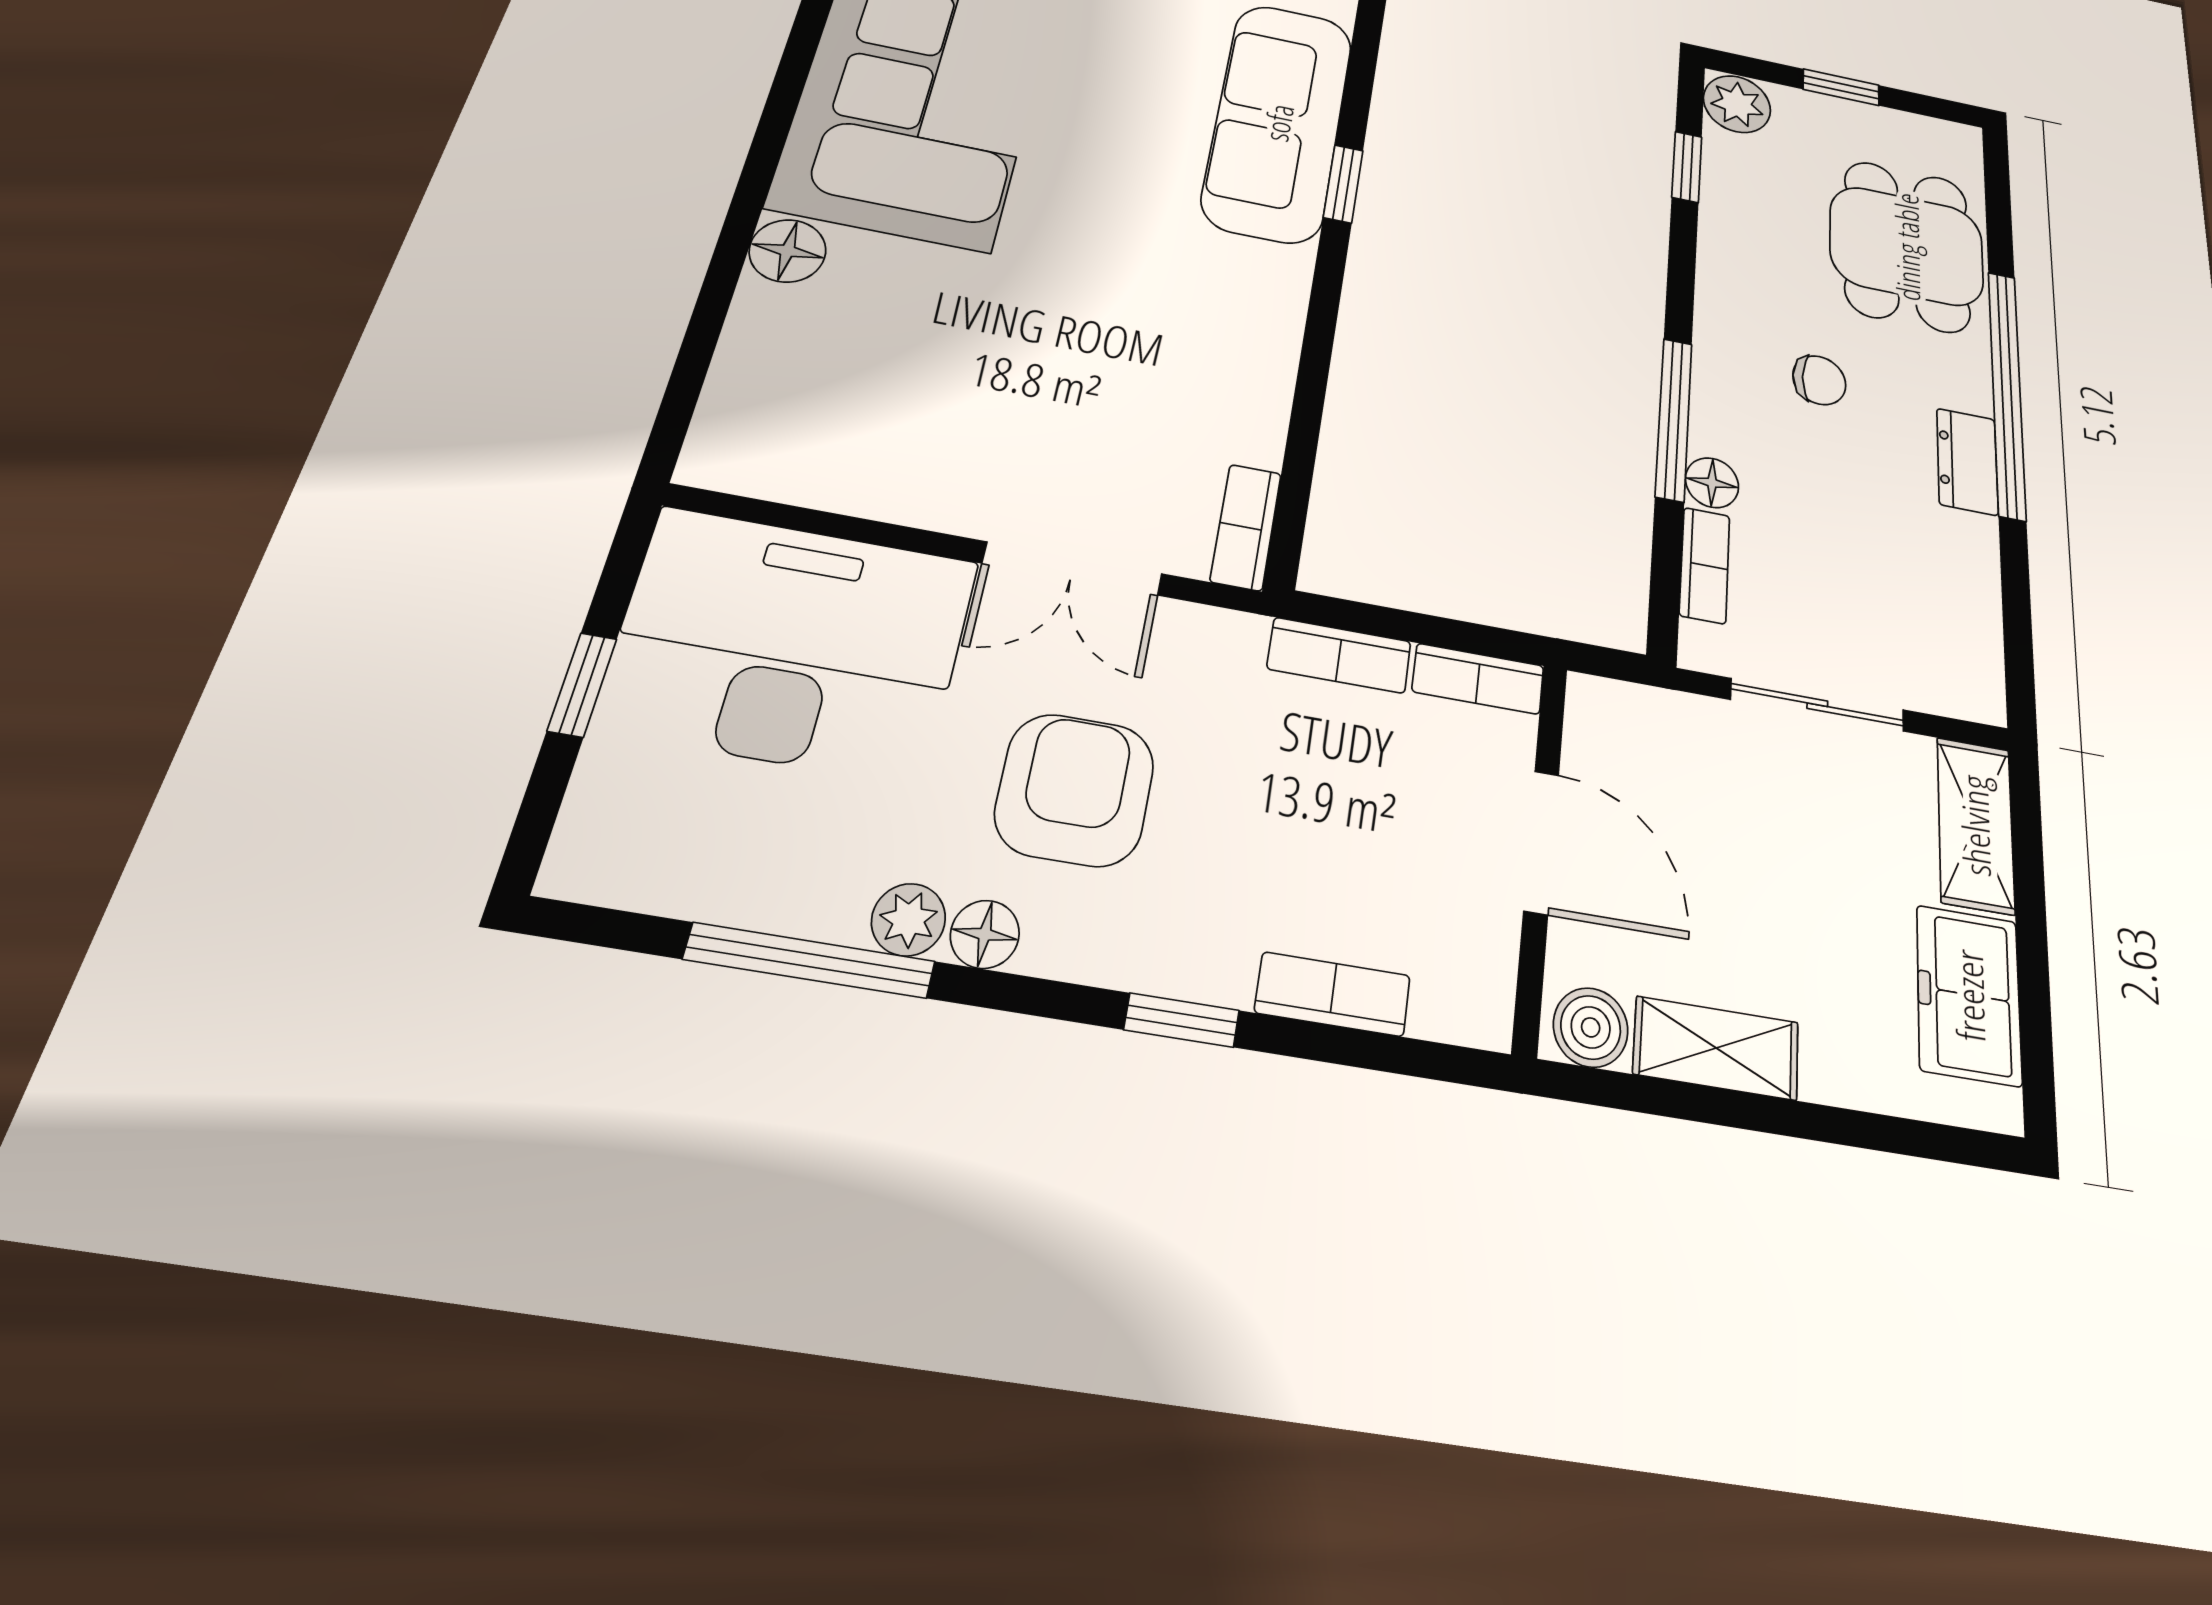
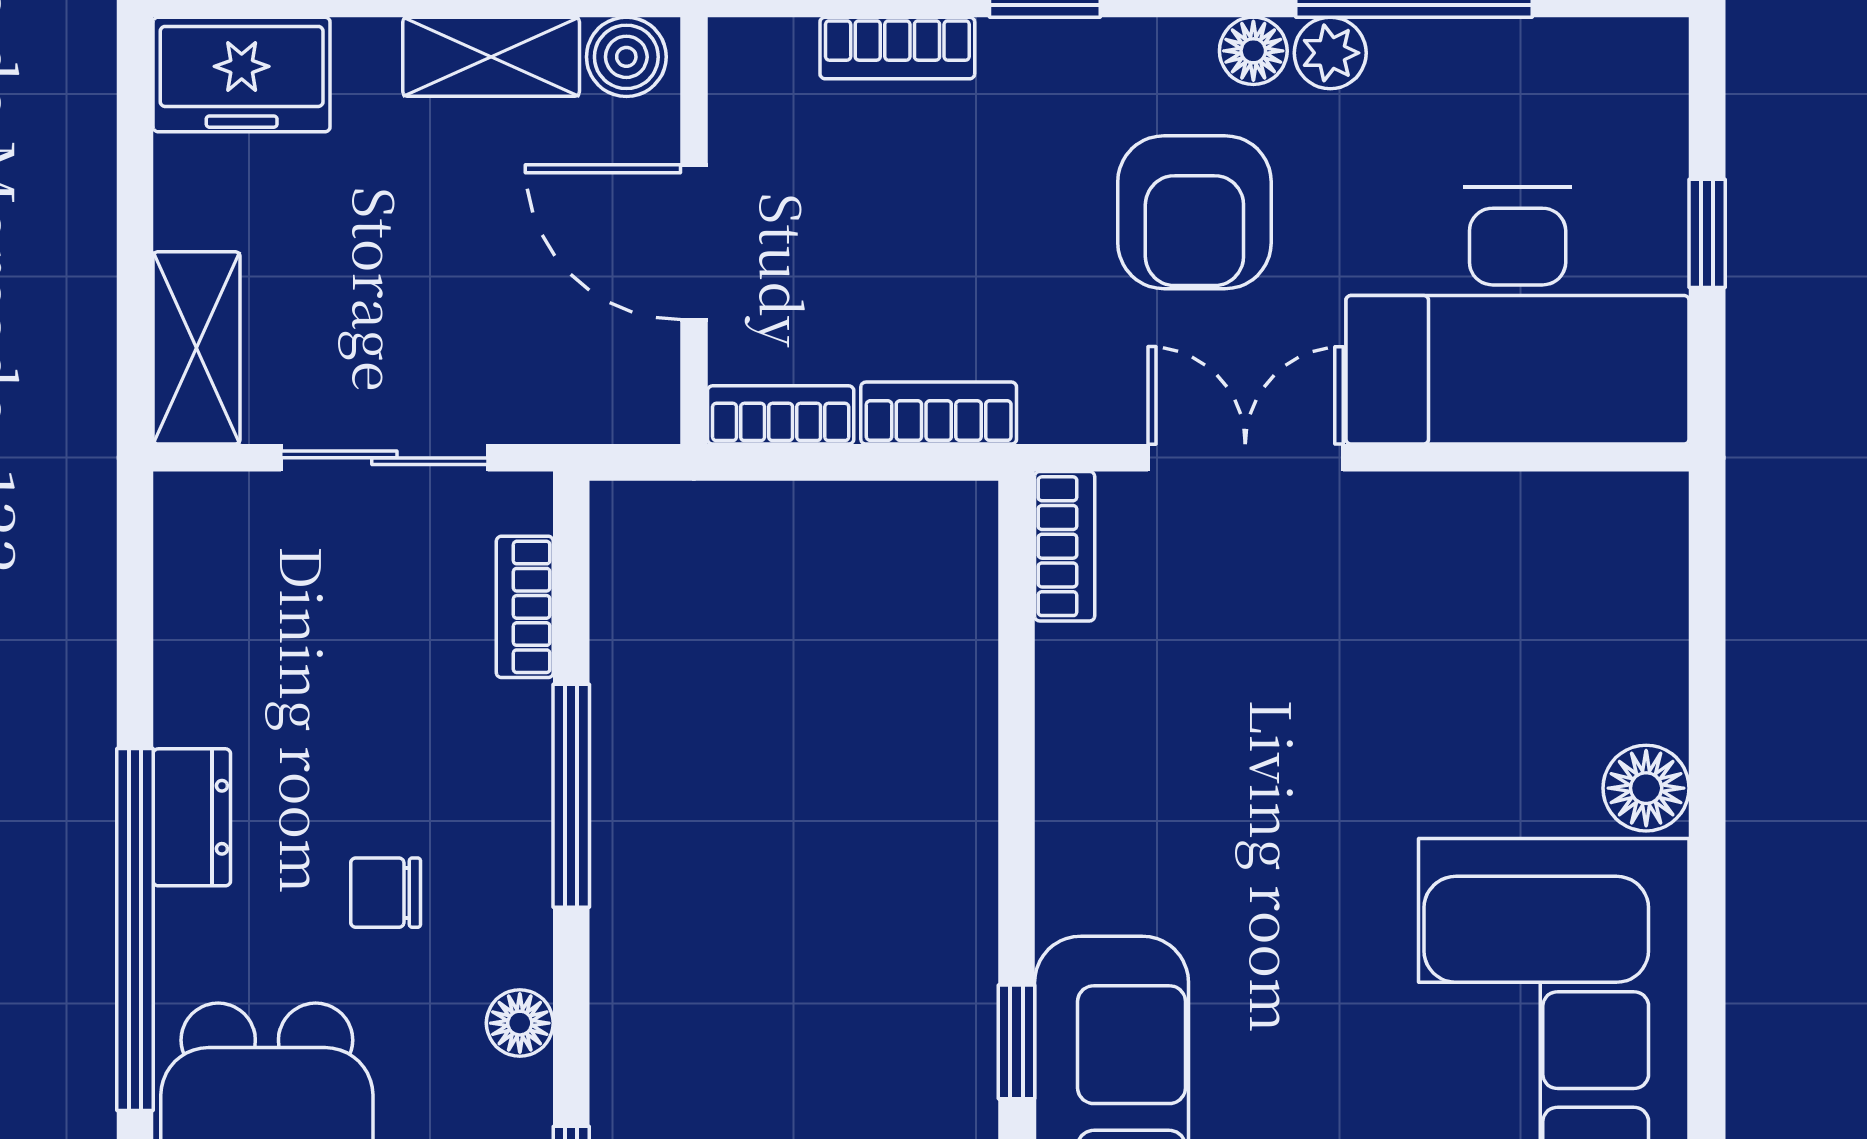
floor lamp: (1712, 483) -> (520, 1023), moved
freezer: (1969, 995) -> (242, 74), moved, turned 90

